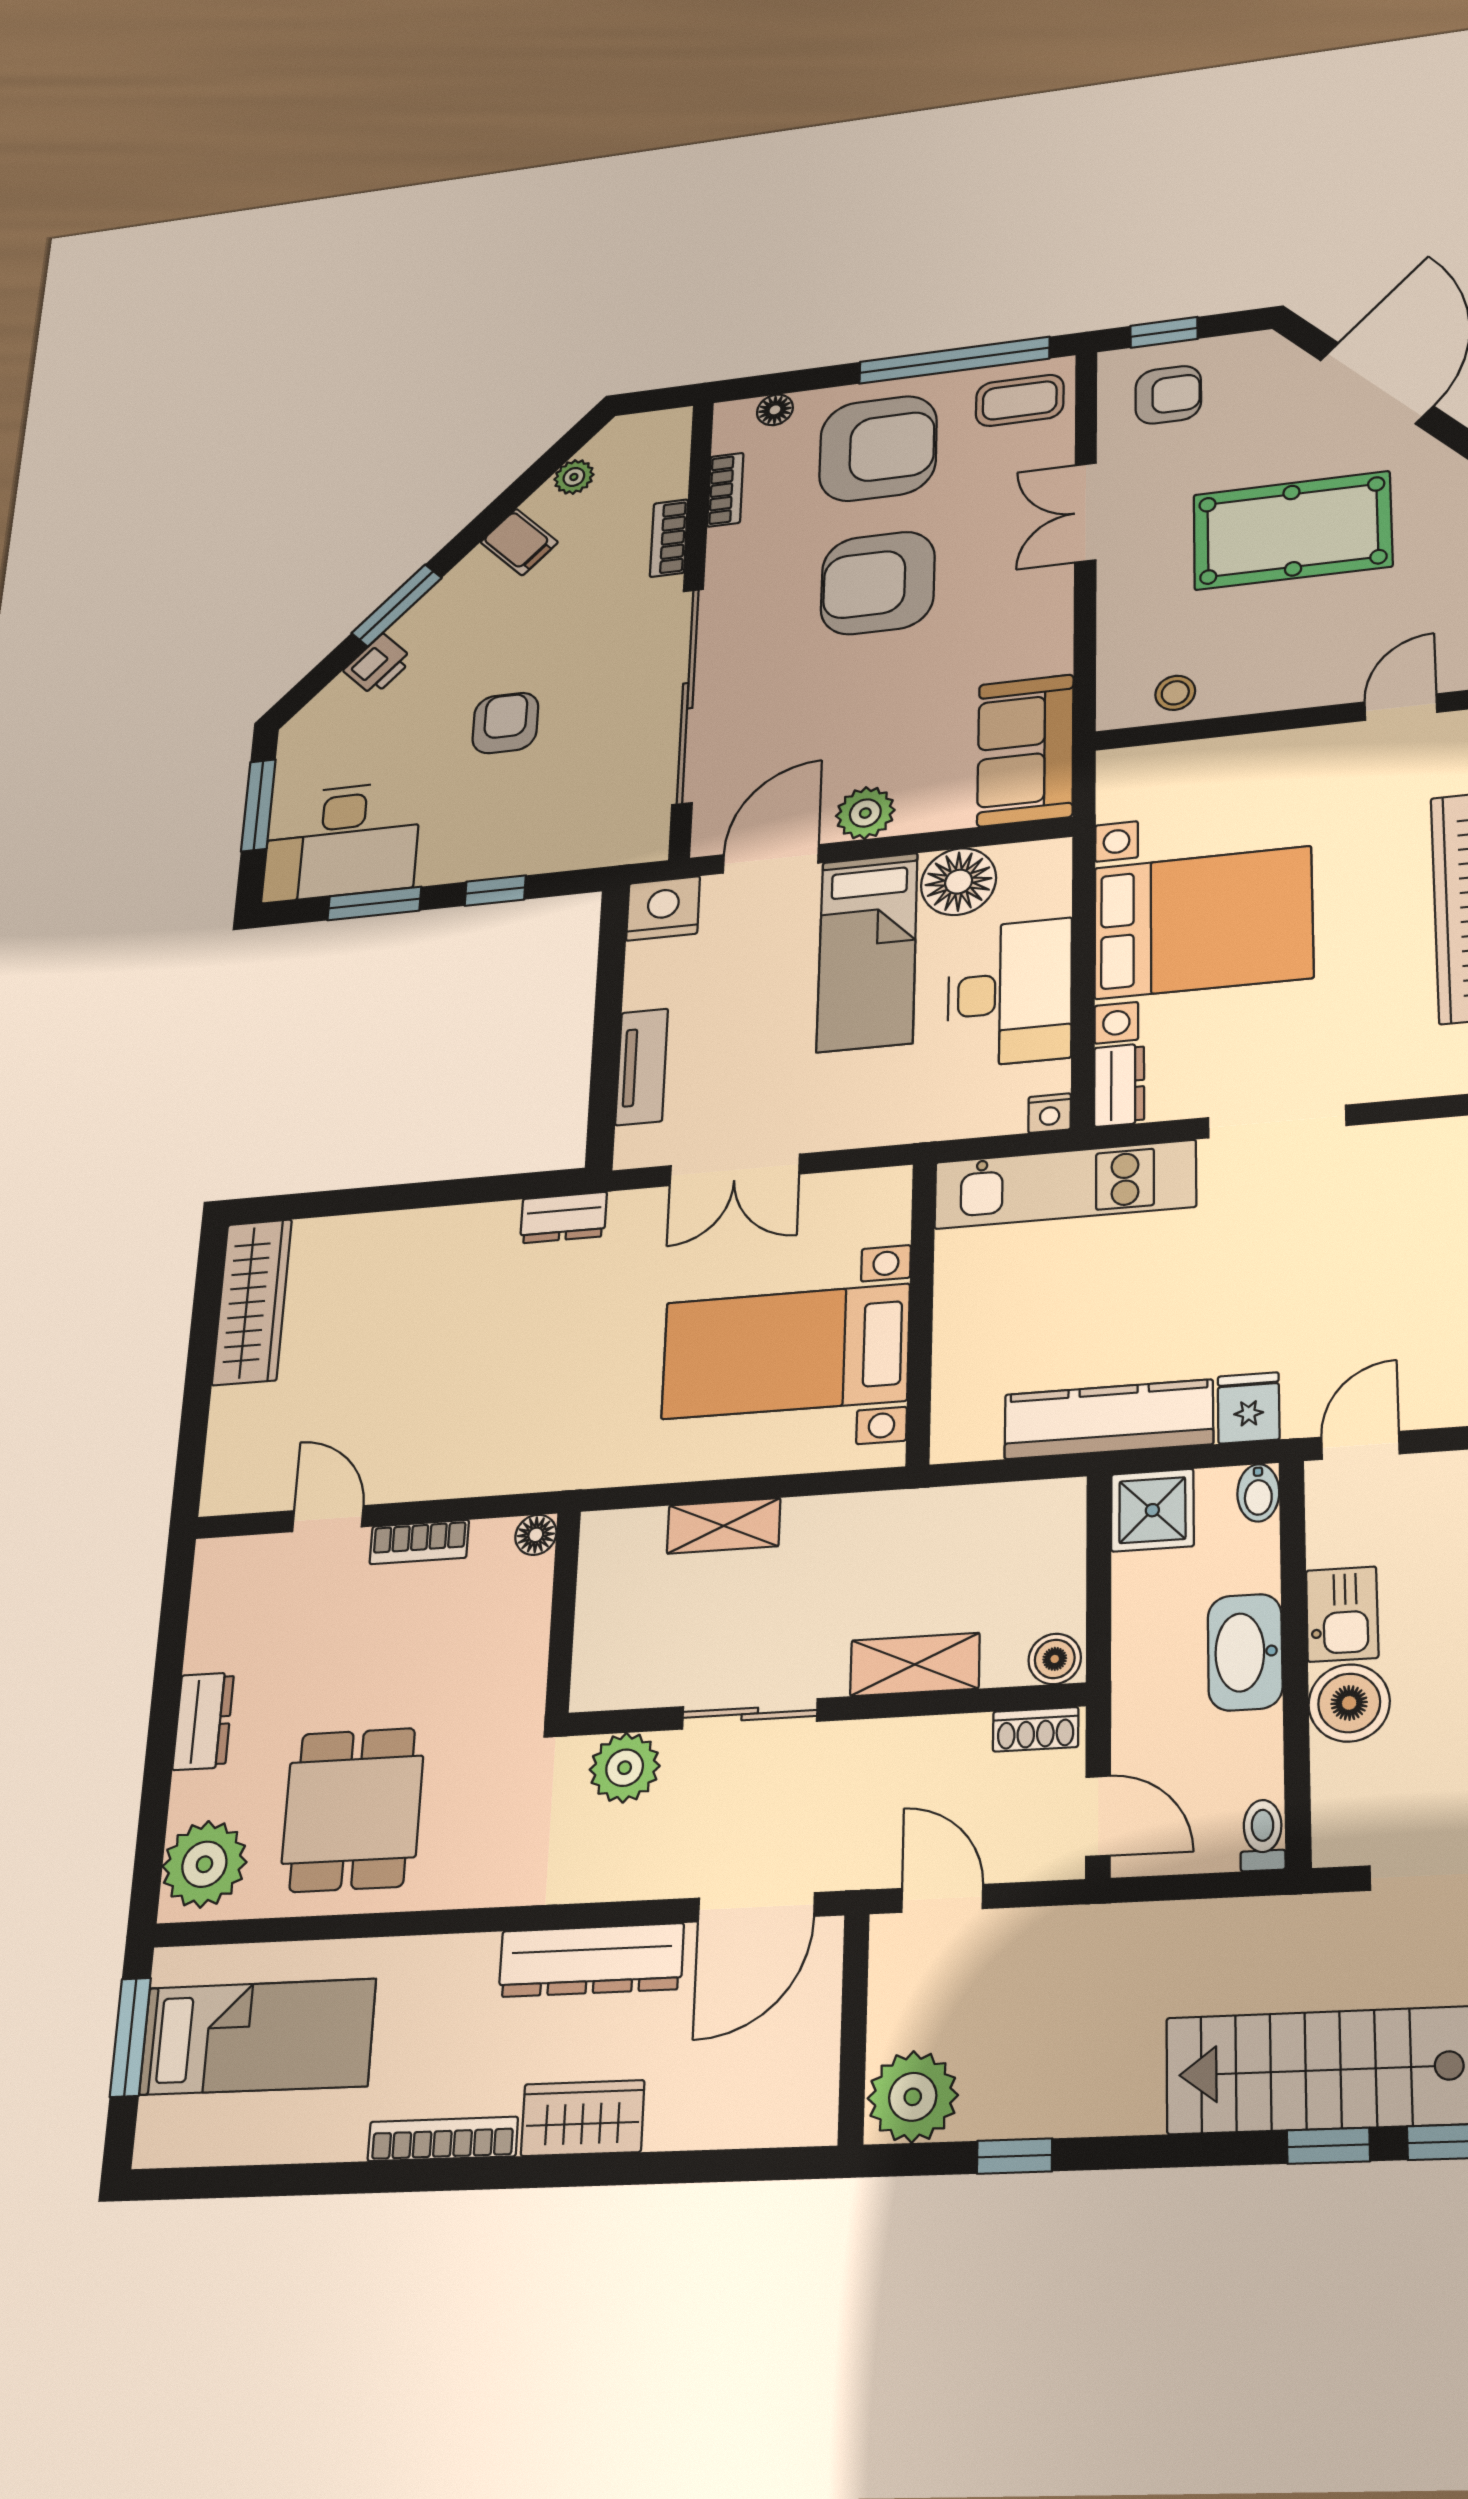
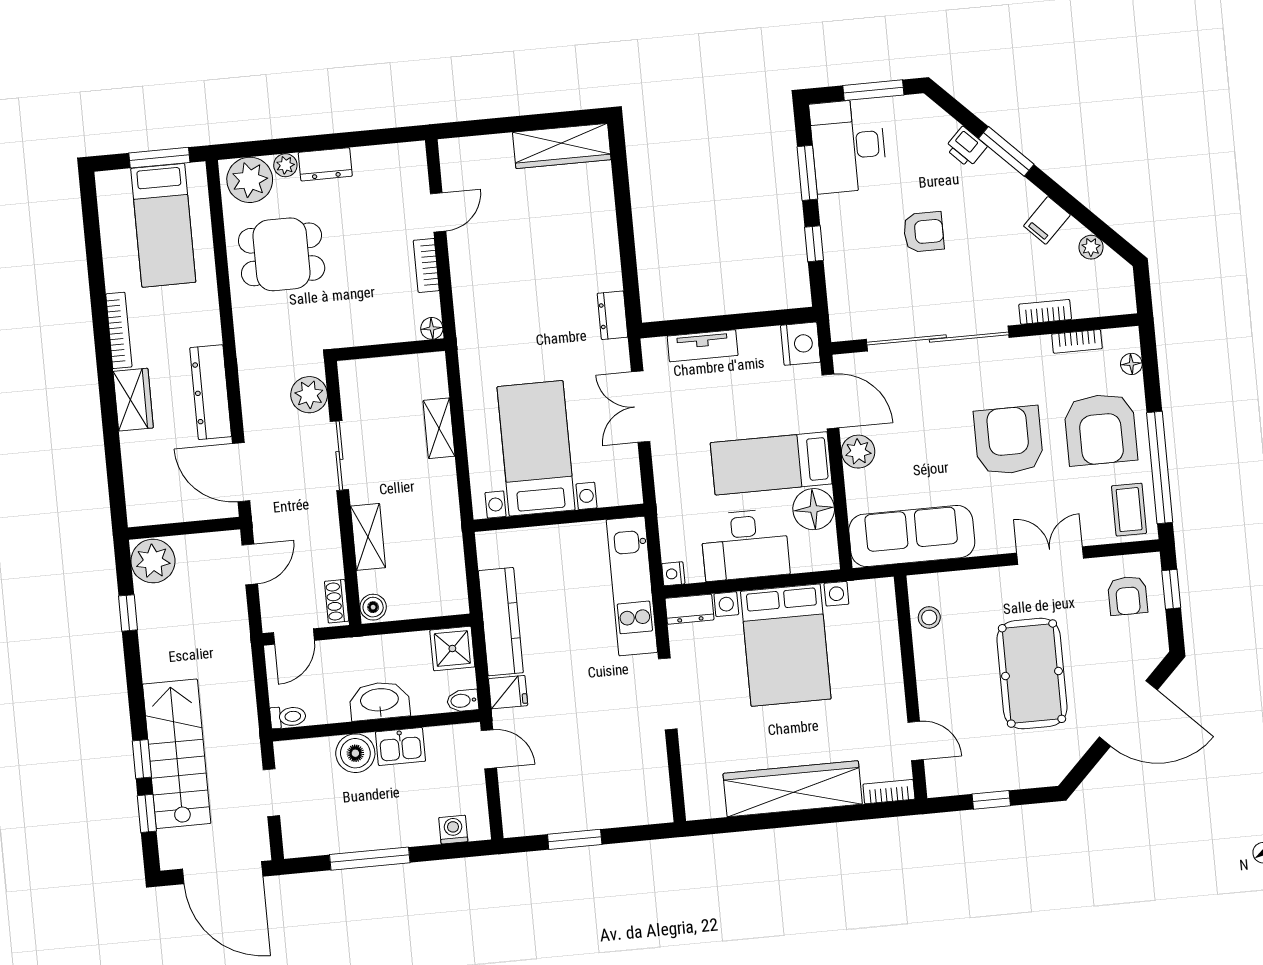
sofa: (1026, 750) -> (912, 536), width x1.36
plant: (191, 1796) -> (285, 165), added

